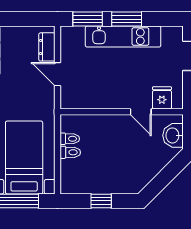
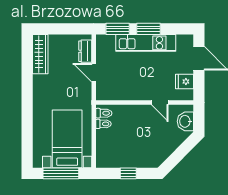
fridge: (162, 98) -> (184, 81), moved, turned -90
toilet: (70, 152) -> (104, 113), moved

